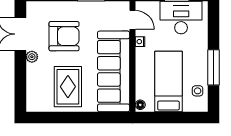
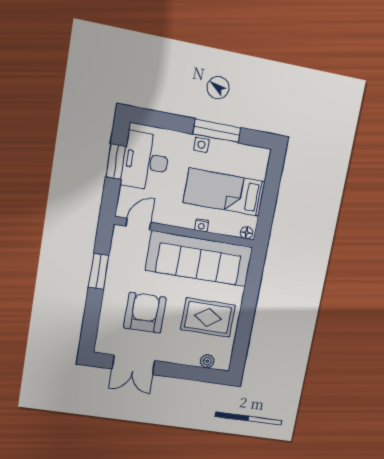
nightstand: (140, 42) -> (201, 225), moved
plant: (32, 57) -> (207, 361), moved
side table: (198, 91) -> (201, 145), moved

